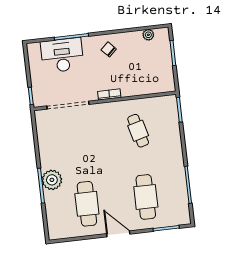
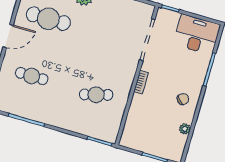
plant: (148, 35) -> (185, 129), moved
desk: (62, 55) -> (197, 35), moved, turned -90
cafe table: (146, 197) -> (32, 76), width x0.73, depth x0.74

